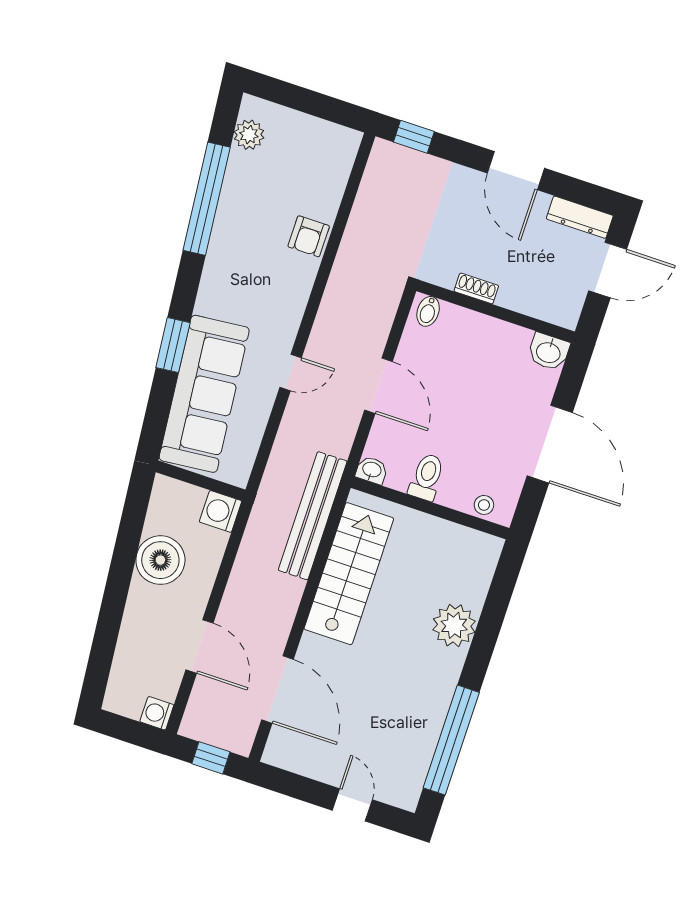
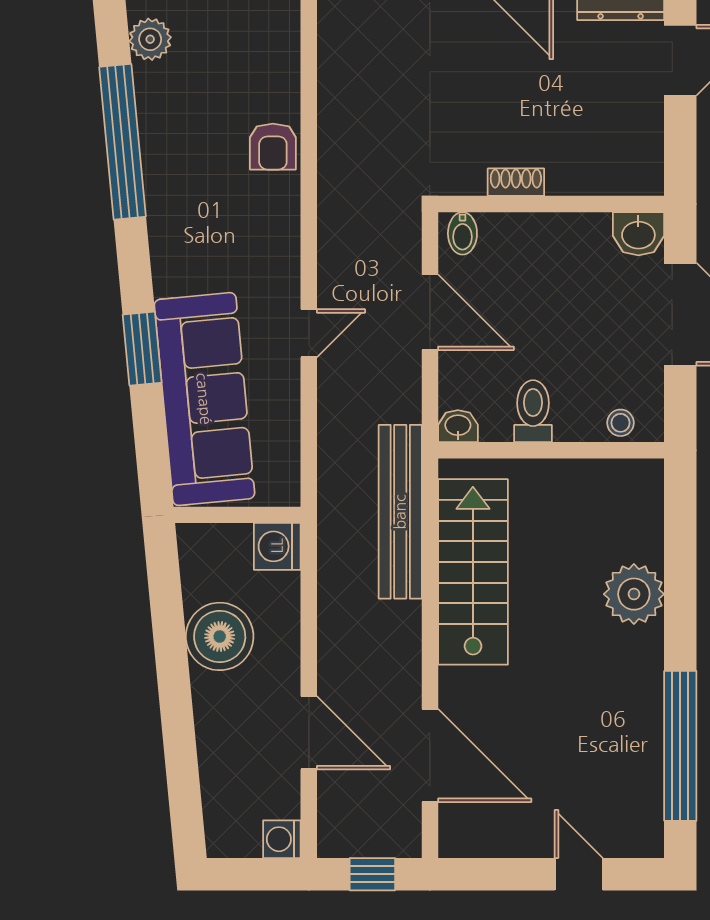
shoe rack: (476, 288) -> (516, 182), moved
bidet: (428, 311) -> (462, 233), moved
wall: (495, 311) -> (551, 204), moved
washbasin: (549, 352) -> (638, 234), moved

